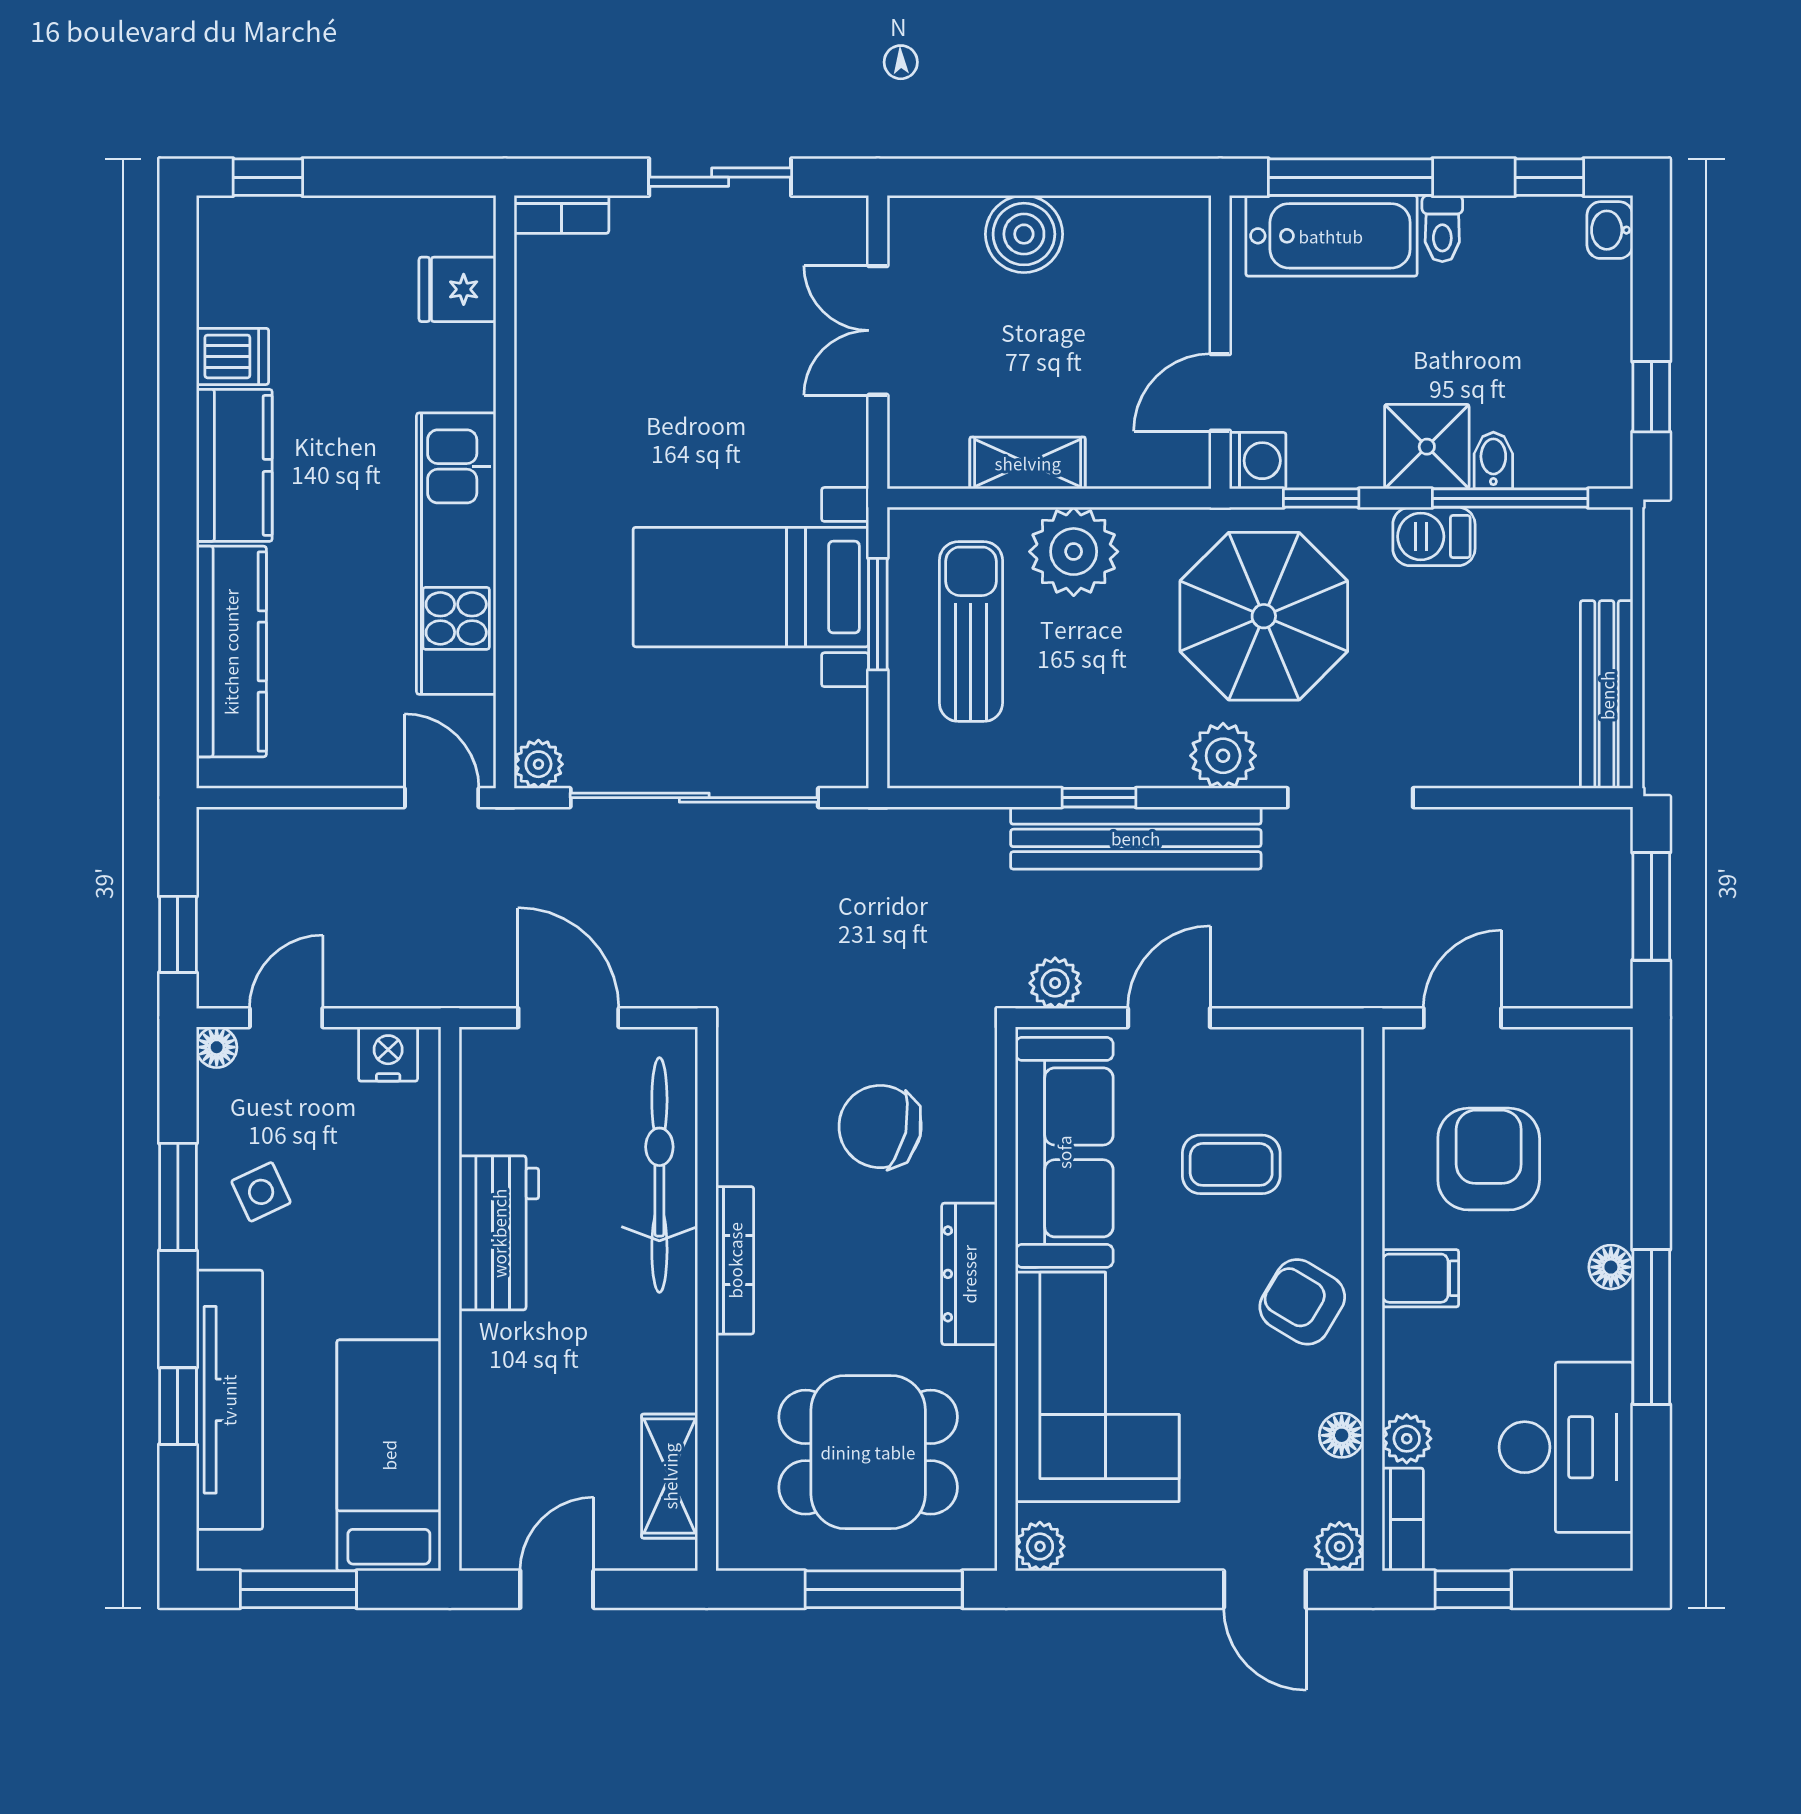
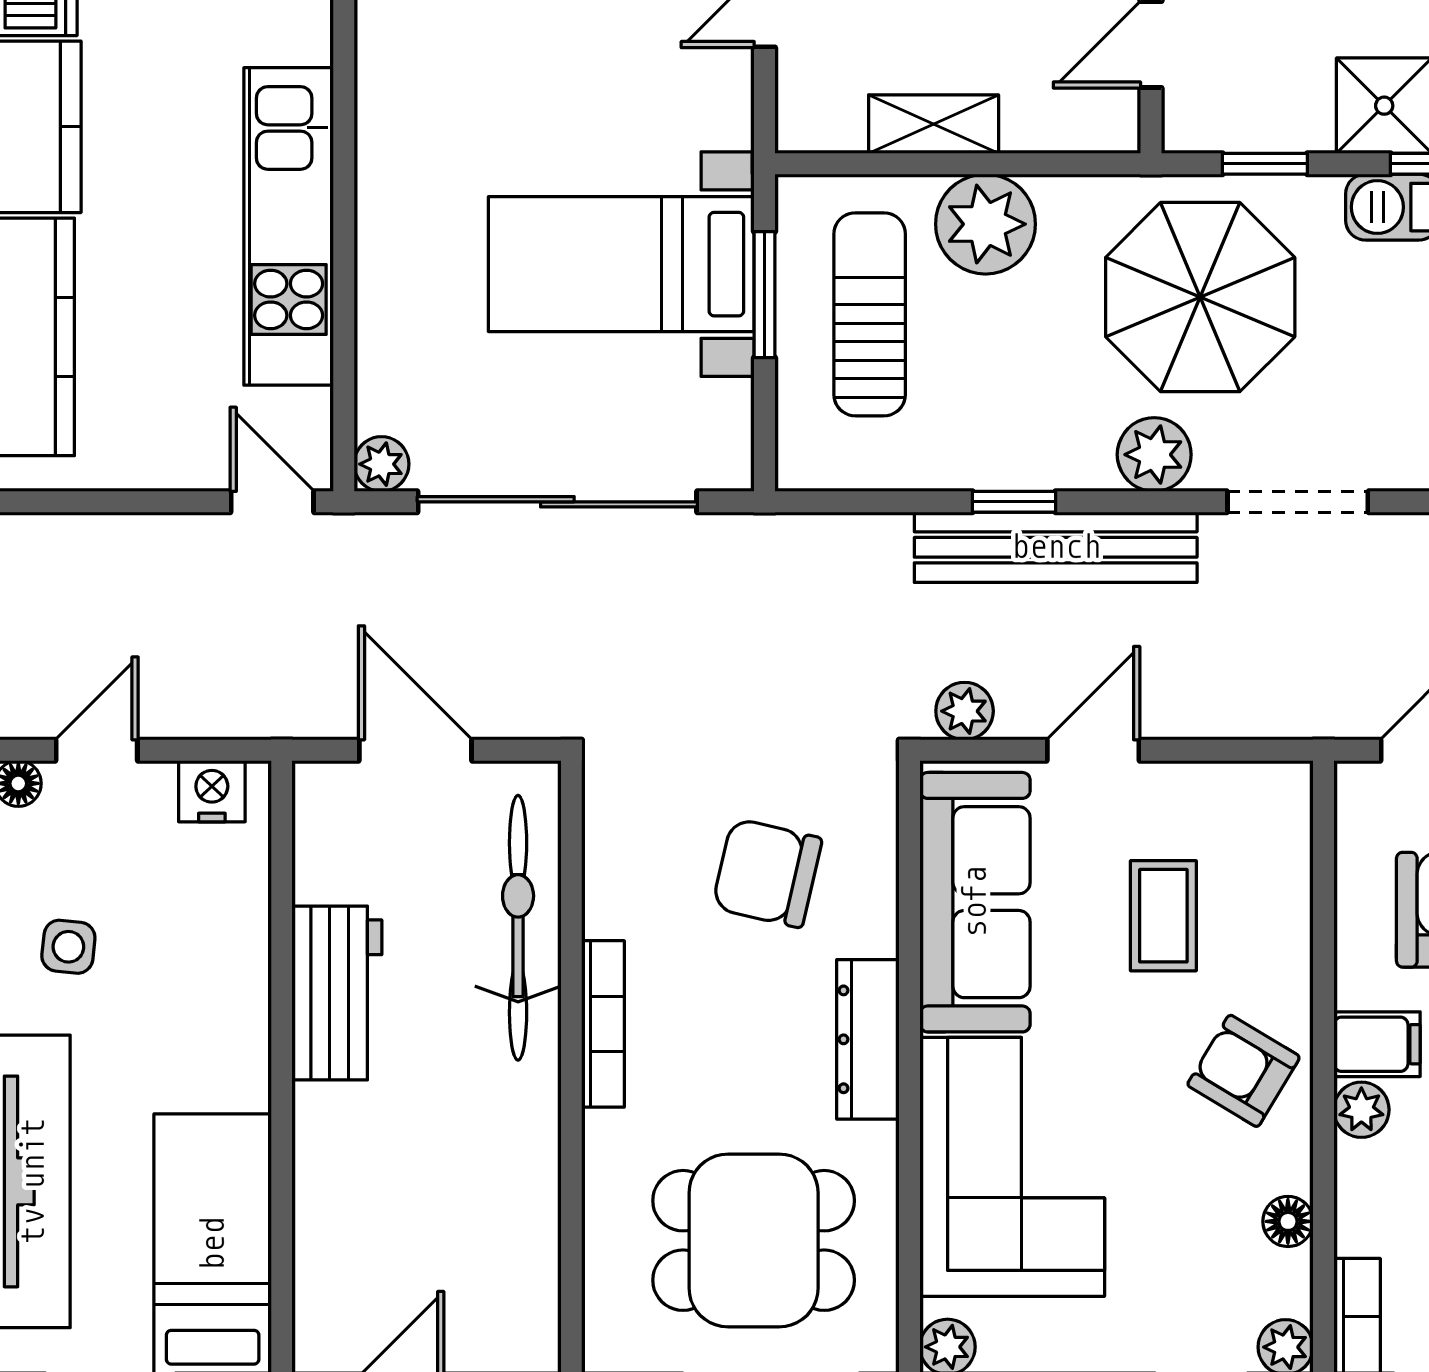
washing machine: (1258, 461) -> (1193, 121), removed
coffee table: (1231, 1164) -> (1163, 916), turned 90
side table: (261, 1192) -> (68, 947), turned 31
plant: (1407, 1439) -> (1361, 1110), moved
shelving: (670, 1476) -> (530, 1267), removed

